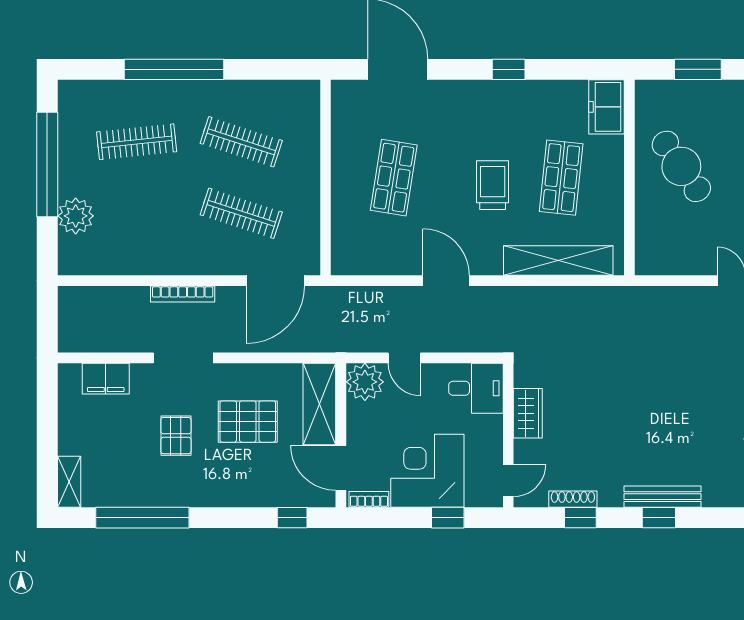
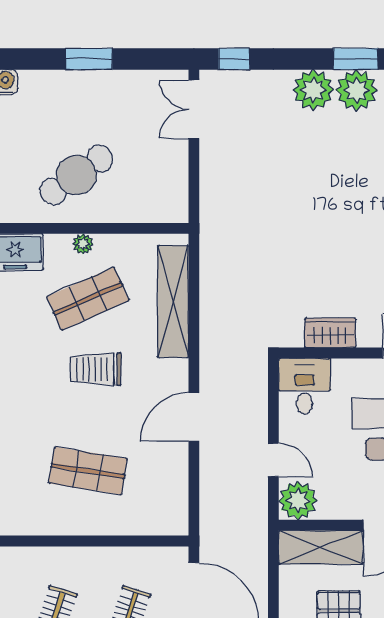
plant: (614, 173) -> (83, 244), added
shop shelf: (561, 178) -> (88, 299), turned -30
door: (404, 358) -> (273, 460), hinge flipped

